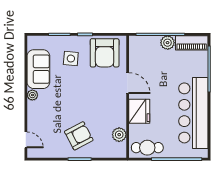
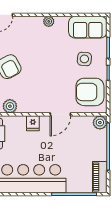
plant: (168, 43) -> (100, 123), moved
sofa: (38, 69) -> (88, 27), moved
fridge: (139, 111) -> (33, 123), width x0.53, depth x0.75

